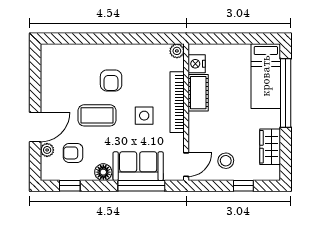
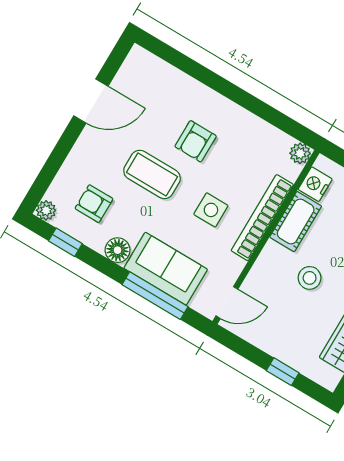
door: (35, 127) -> (91, 101), moved
plant: (47, 150) -> (46, 210), moved
stool: (226, 161) -> (310, 278), moved

